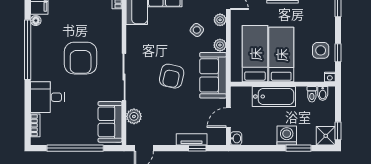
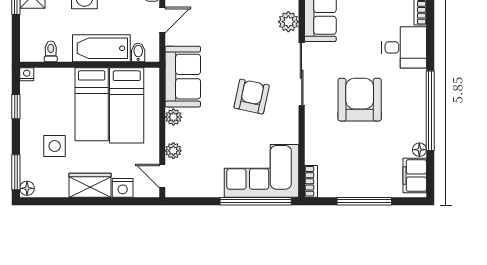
side table: (197, 30) -> (204, 137), removed
side table: (321, 50) -> (55, 146), moved
armchair: (172, 76) -> (252, 97), moved
bidet: (323, 93) -> (138, 52), moved

